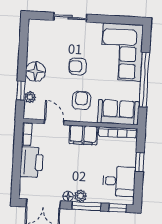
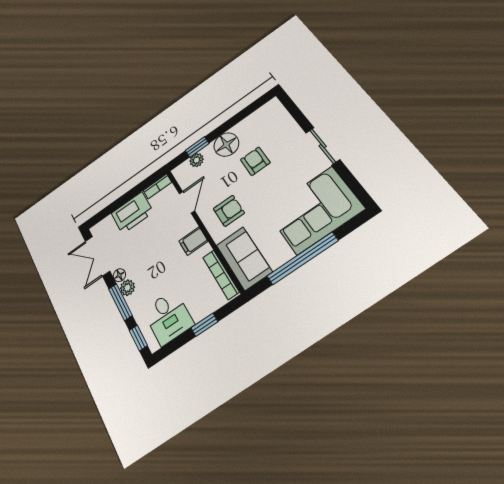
sliding door: (70, 17) -> (323, 146), moved
armchair: (78, 66) -> (255, 161), moved
filing cabinet: (83, 135) -> (193, 241), width x0.50

